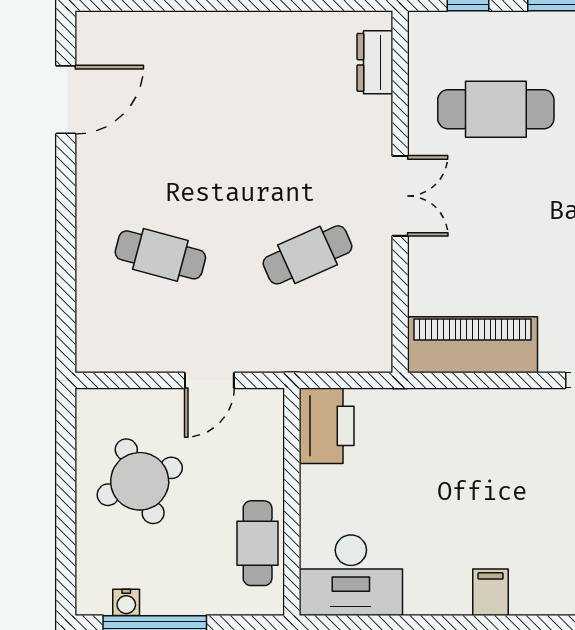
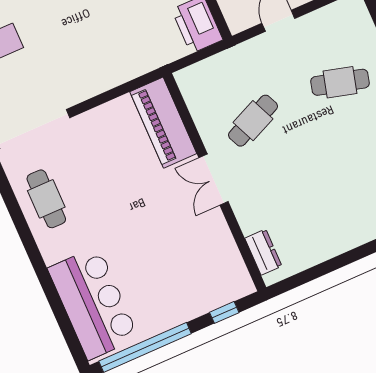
cafe table: (496, 109) -> (180, 256), removed
piano: (473, 345) -> (163, 123), moved, turned 90

